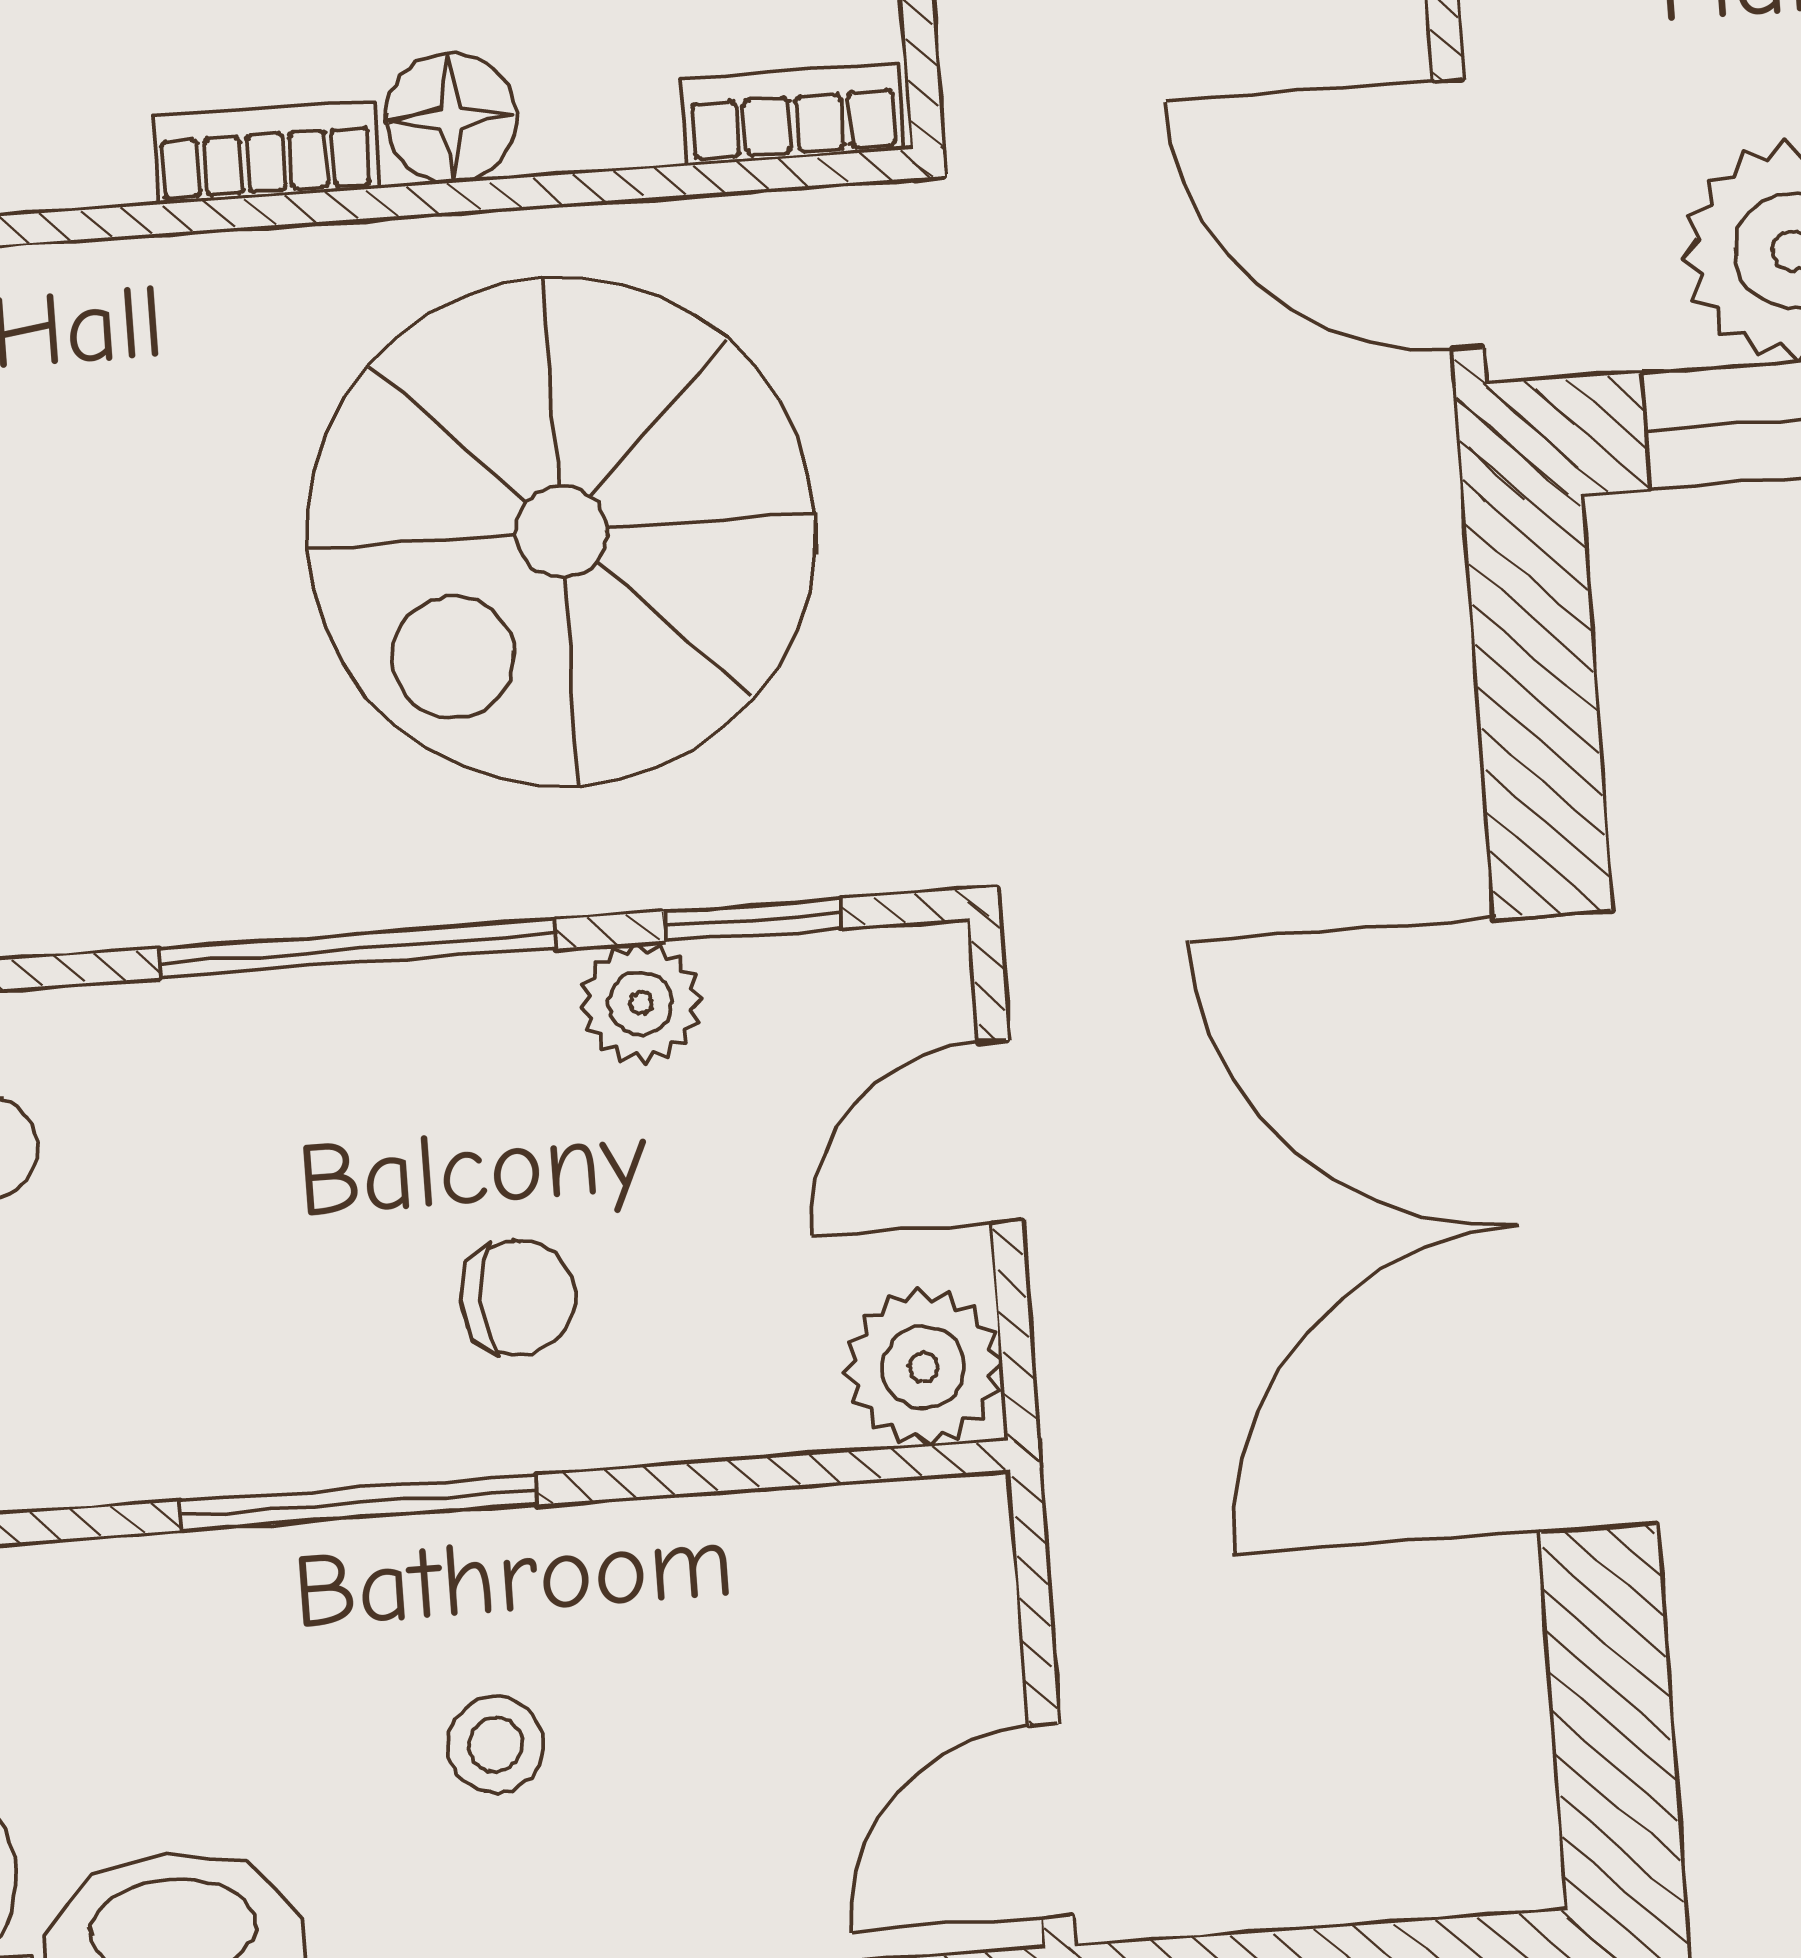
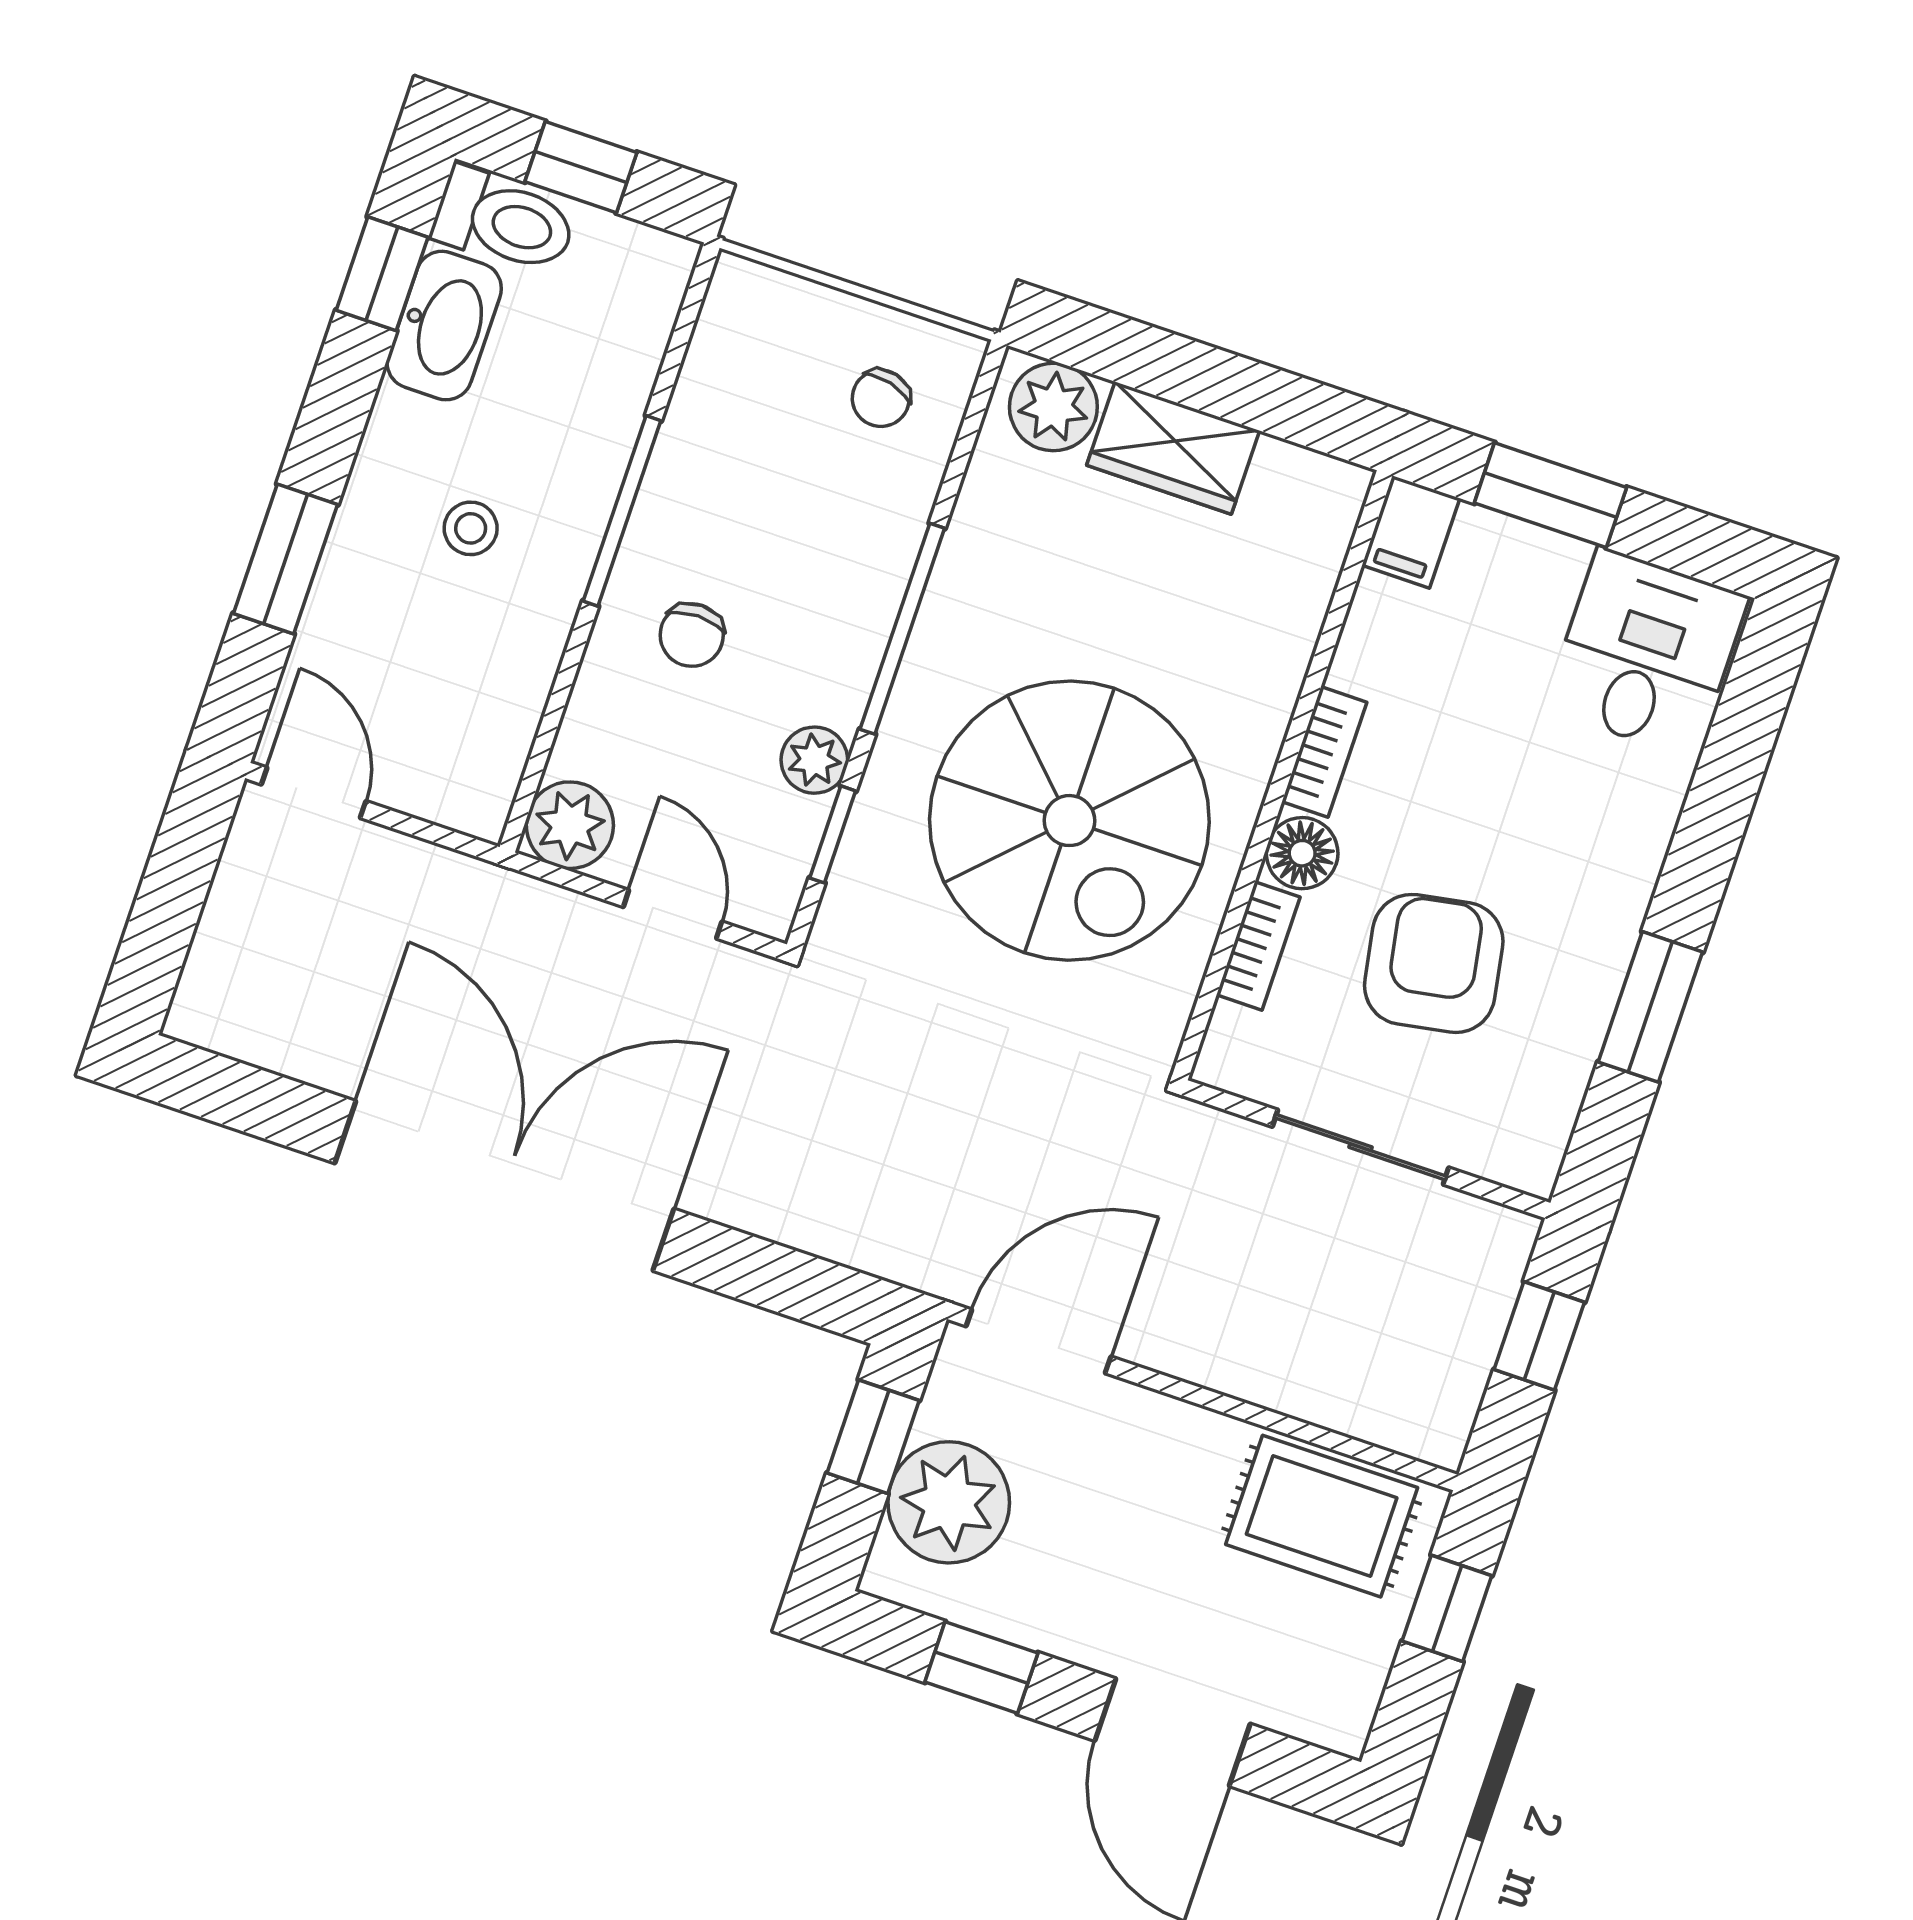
bookcase: (793, 114) -> (1258, 946), moved
spiral stairs: (561, 532) -> (1069, 821), turned 180

